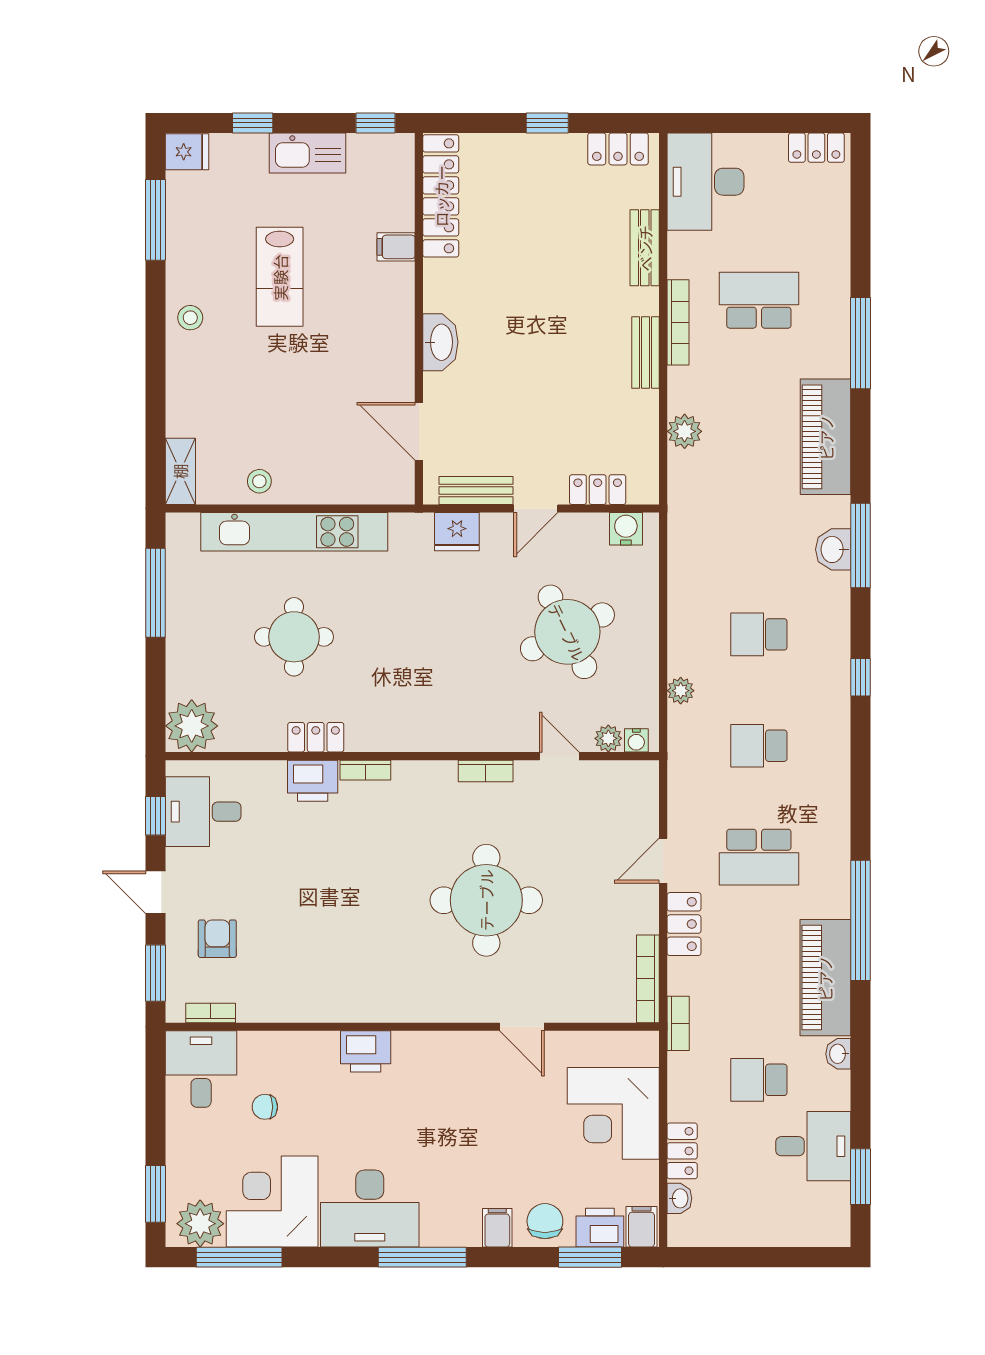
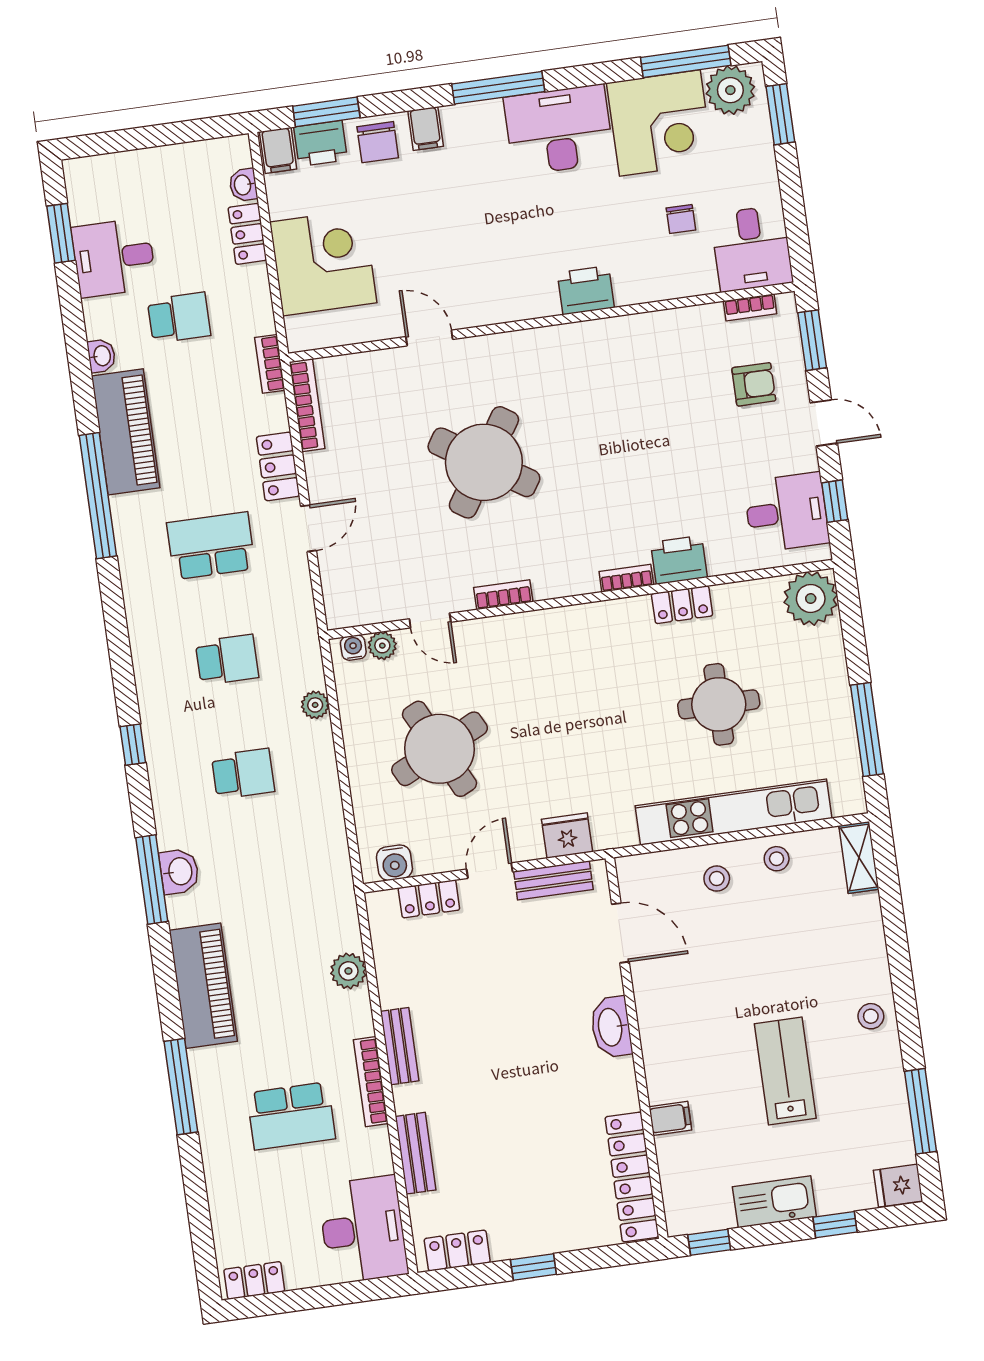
stool: (319, 470) -> (717, 879), added
round table: (486, 900) -> (484, 462), turned 33
armchair: (217, 939) -> (754, 384), turned -90
chair: (265, 1107) -> (681, 219), turned 90

